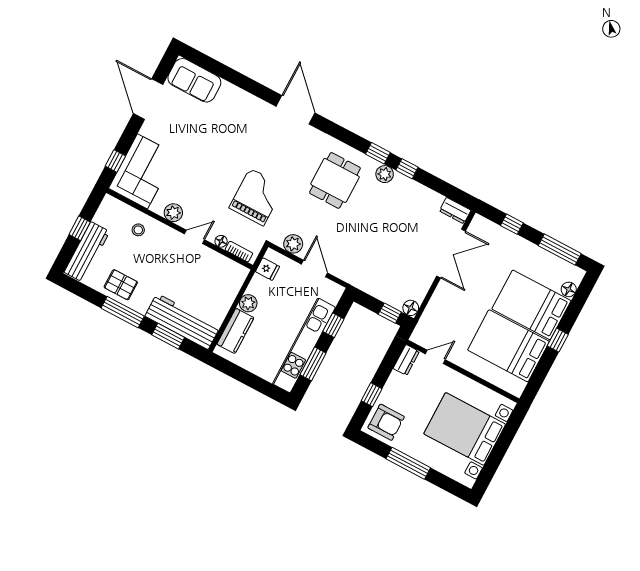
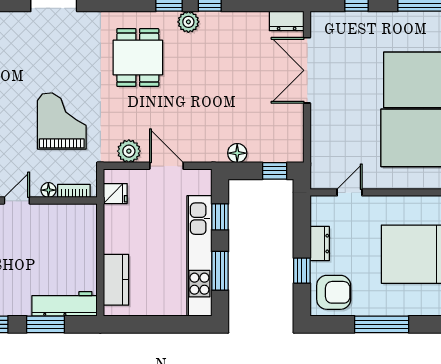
double door: (451, 254) -> (307, 70), swing flipped
plant: (248, 303) -> (114, 242), removed
floor lamp: (411, 308) -> (237, 153), moved
workbench: (183, 321) -> (65, 304), width x0.73, depth x0.76
dresser: (406, 360) -> (320, 244), moved

